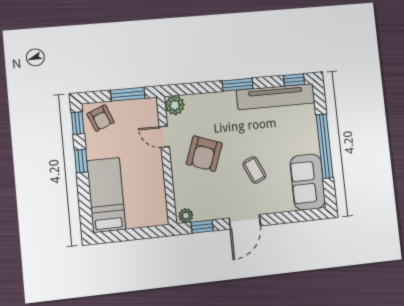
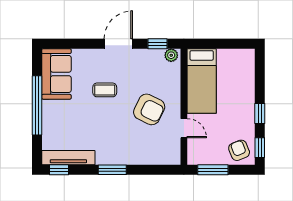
tv unit: (276, 97) -> (68, 158), width x0.73, depth x0.78
plant: (175, 105) -> (172, 156), removed
armchair: (204, 154) -> (149, 109), turned 96
coffee table: (254, 170) -> (105, 90), turned -66
bed: (106, 195) -> (202, 81), moved

